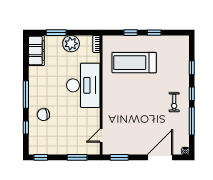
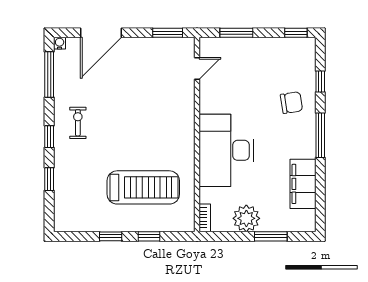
filing cabinet: (36, 51) -> (303, 184), moved
window: (192, 121) -> (49, 74), moved

